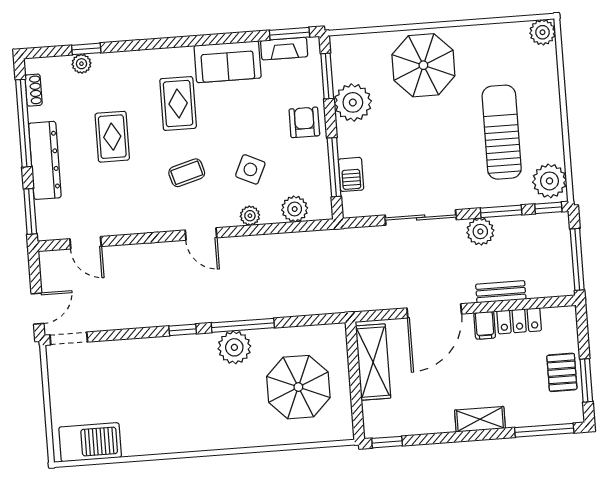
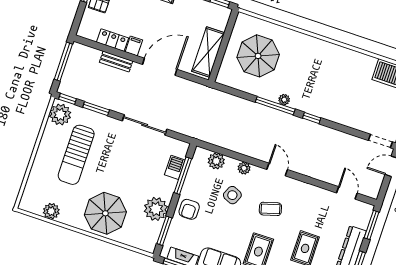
plant: (542, 32) -> (51, 211), moved
plant: (480, 232) -> (113, 102), removed
plant: (234, 347) -> (284, 100), width x0.53, depth x0.53

